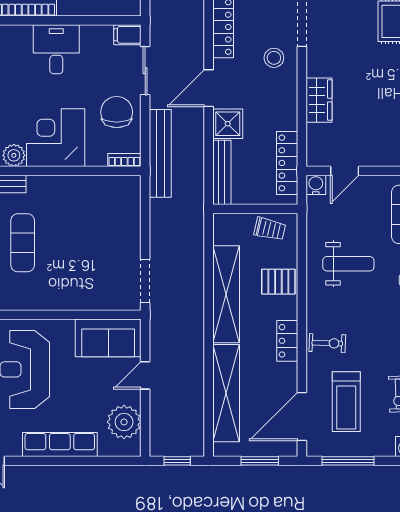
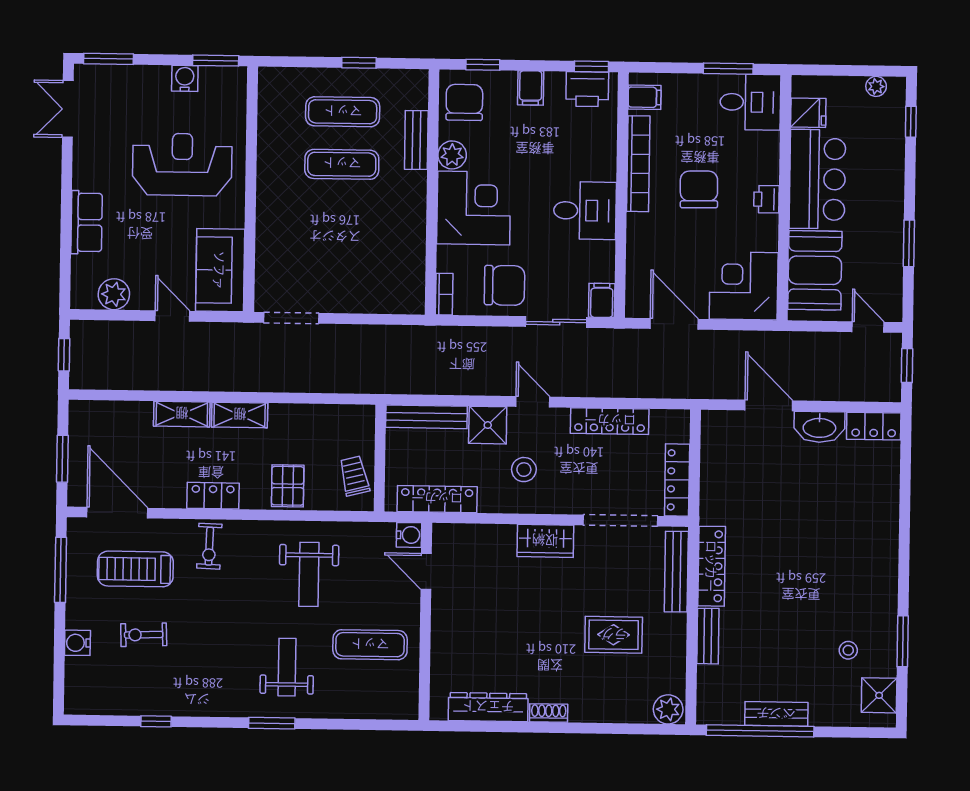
stool: (274, 58) -> (524, 470), moved
door: (209, 88) -> (533, 402), width x0.73
wardrobe: (319, 100) -> (545, 541), moved
bench: (160, 153) -> (452, 340), removed
trolley: (270, 229) -> (354, 476), turned 153
shelving: (226, 294) -> (240, 415), width x0.45, depth x0.75
shelving: (226, 393) -> (182, 414), width x0.45, depth x0.75
plant: (124, 422) -> (114, 294), width x0.73, depth x0.73
row of seats: (60, 445) -> (87, 222), width x0.68

